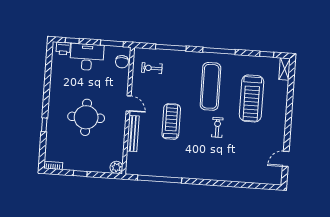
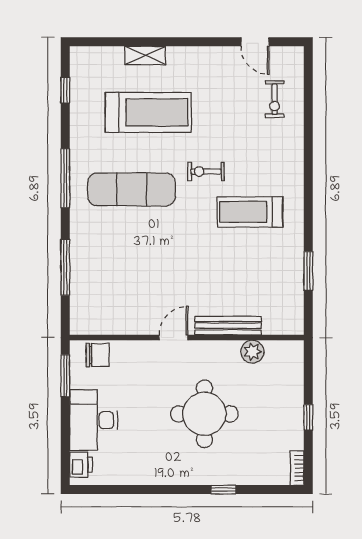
window: (72, 41) -> (65, 449), removed
exercise bike: (152, 68) -> (275, 99), moved
shelving: (285, 69) -> (145, 55), moved
treadmill: (171, 121) -> (250, 212), moved
plant: (116, 167) -> (253, 352), moved
window: (160, 179) -> (308, 271), width x0.47

